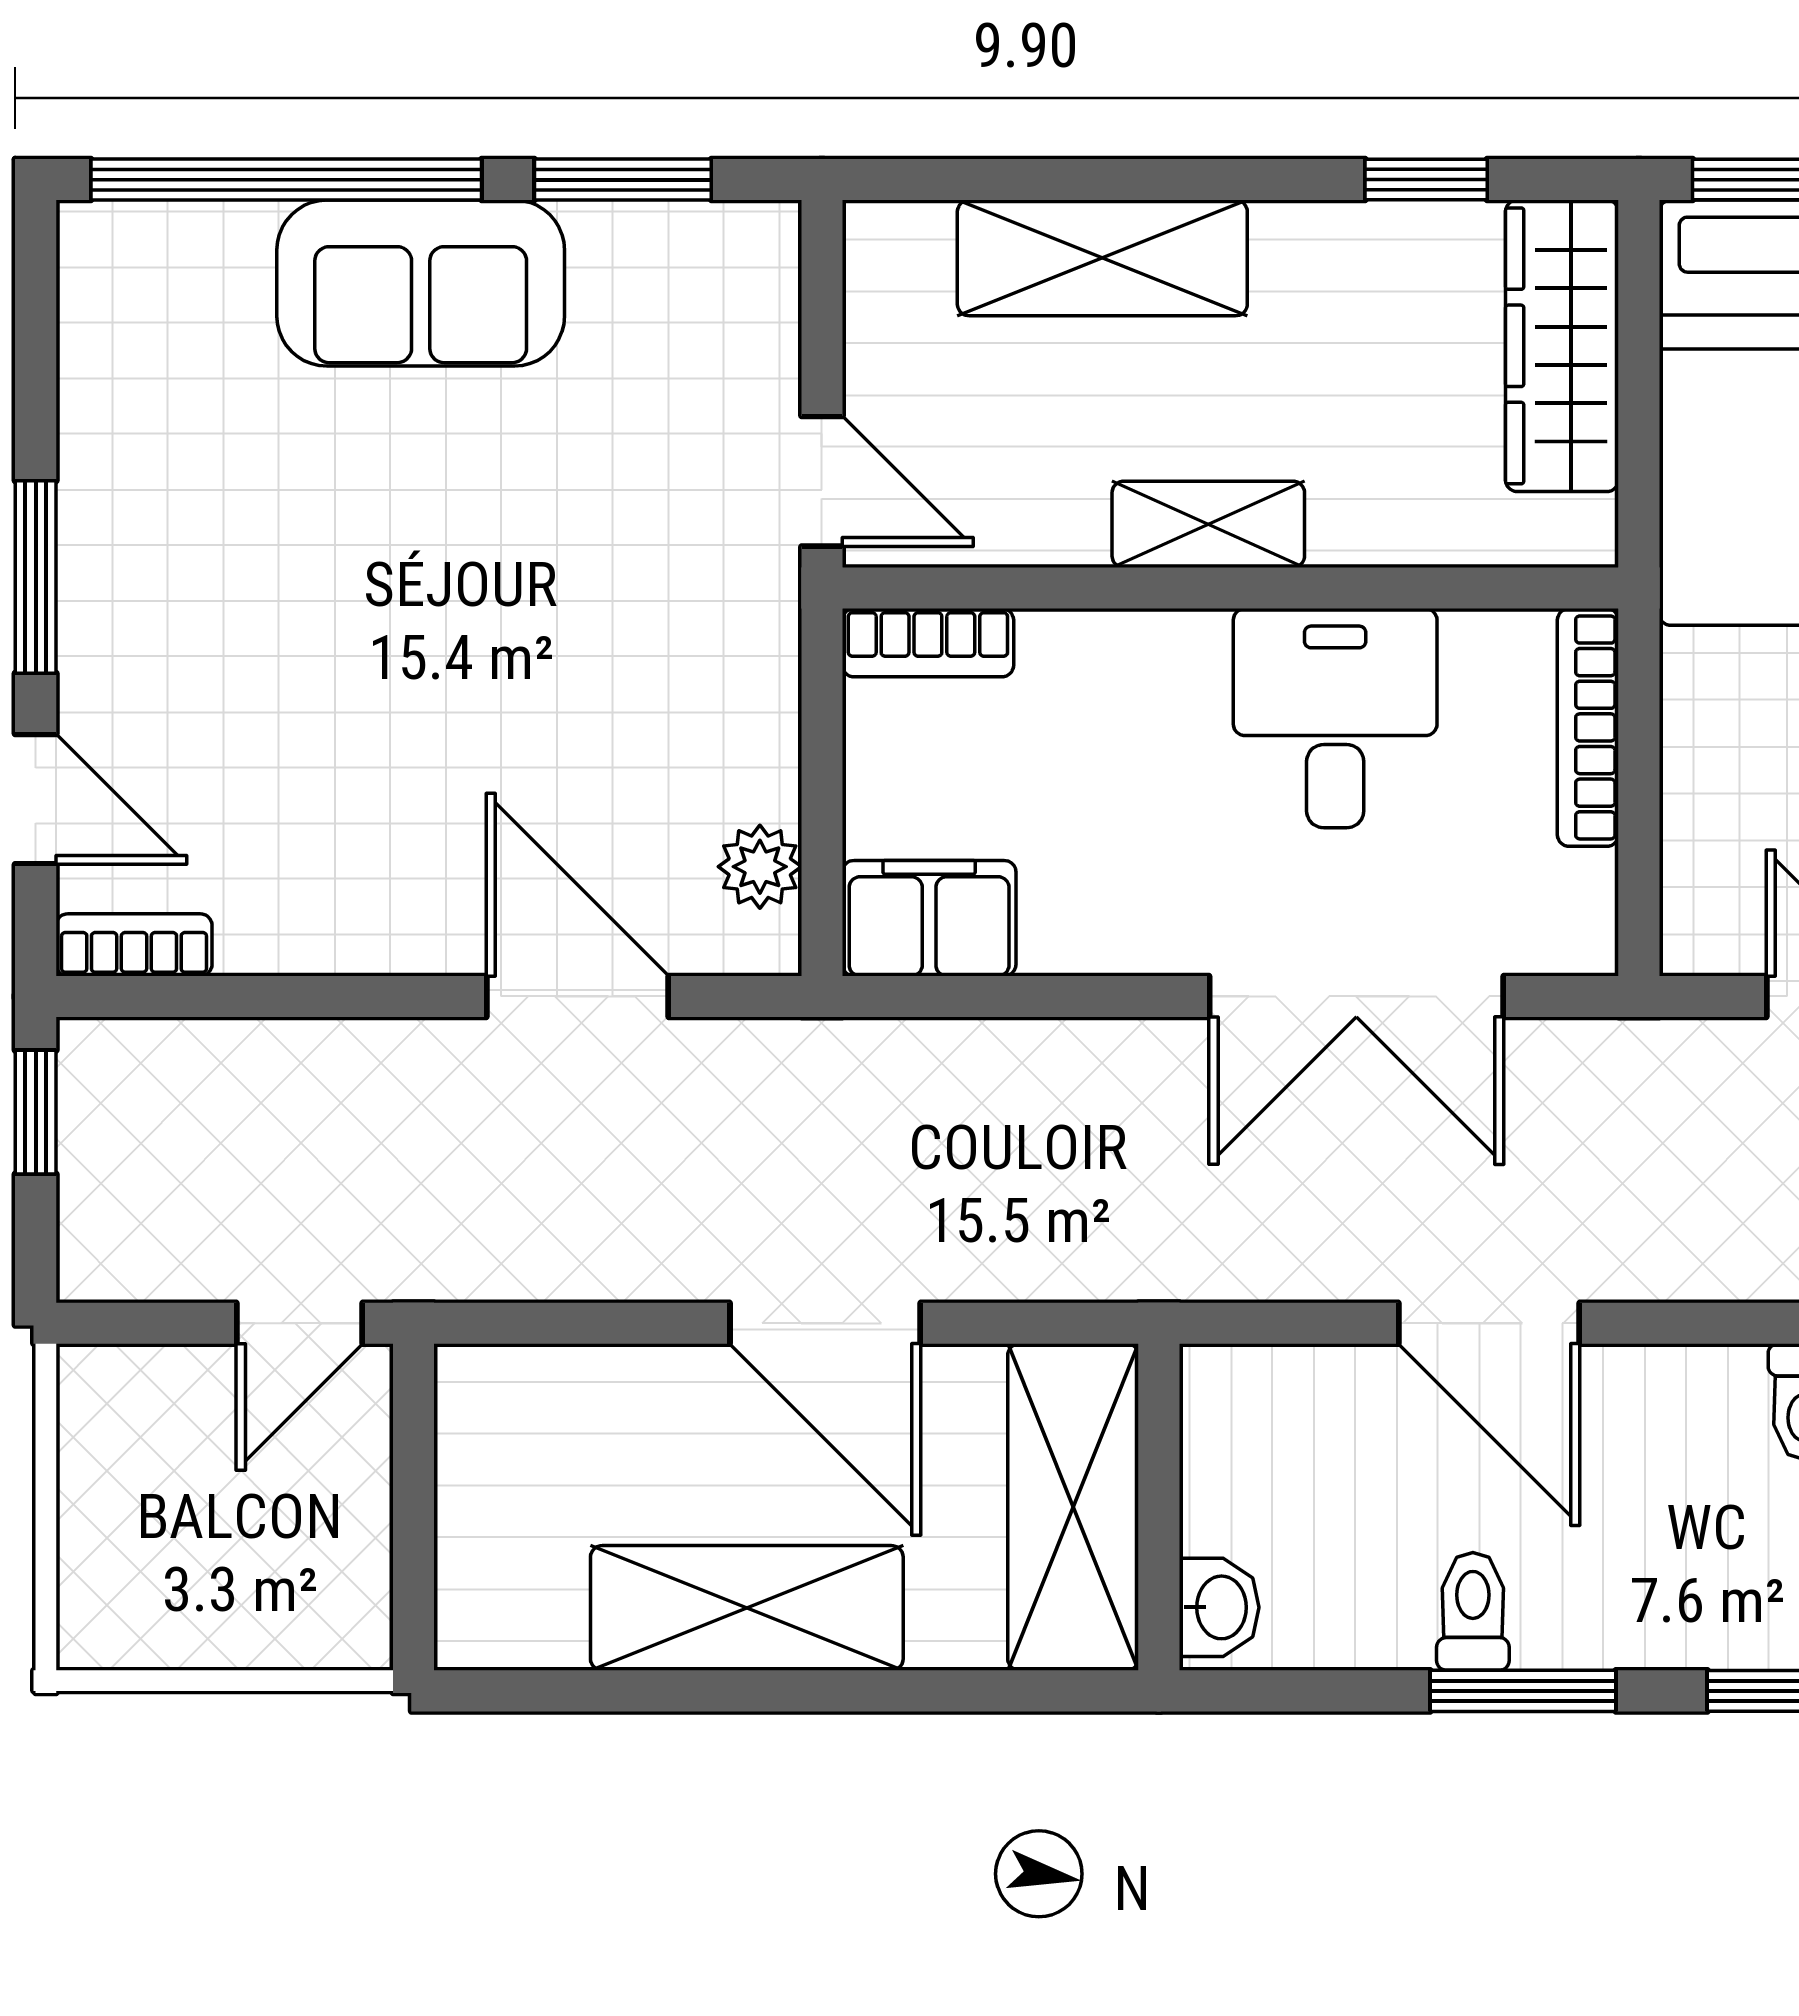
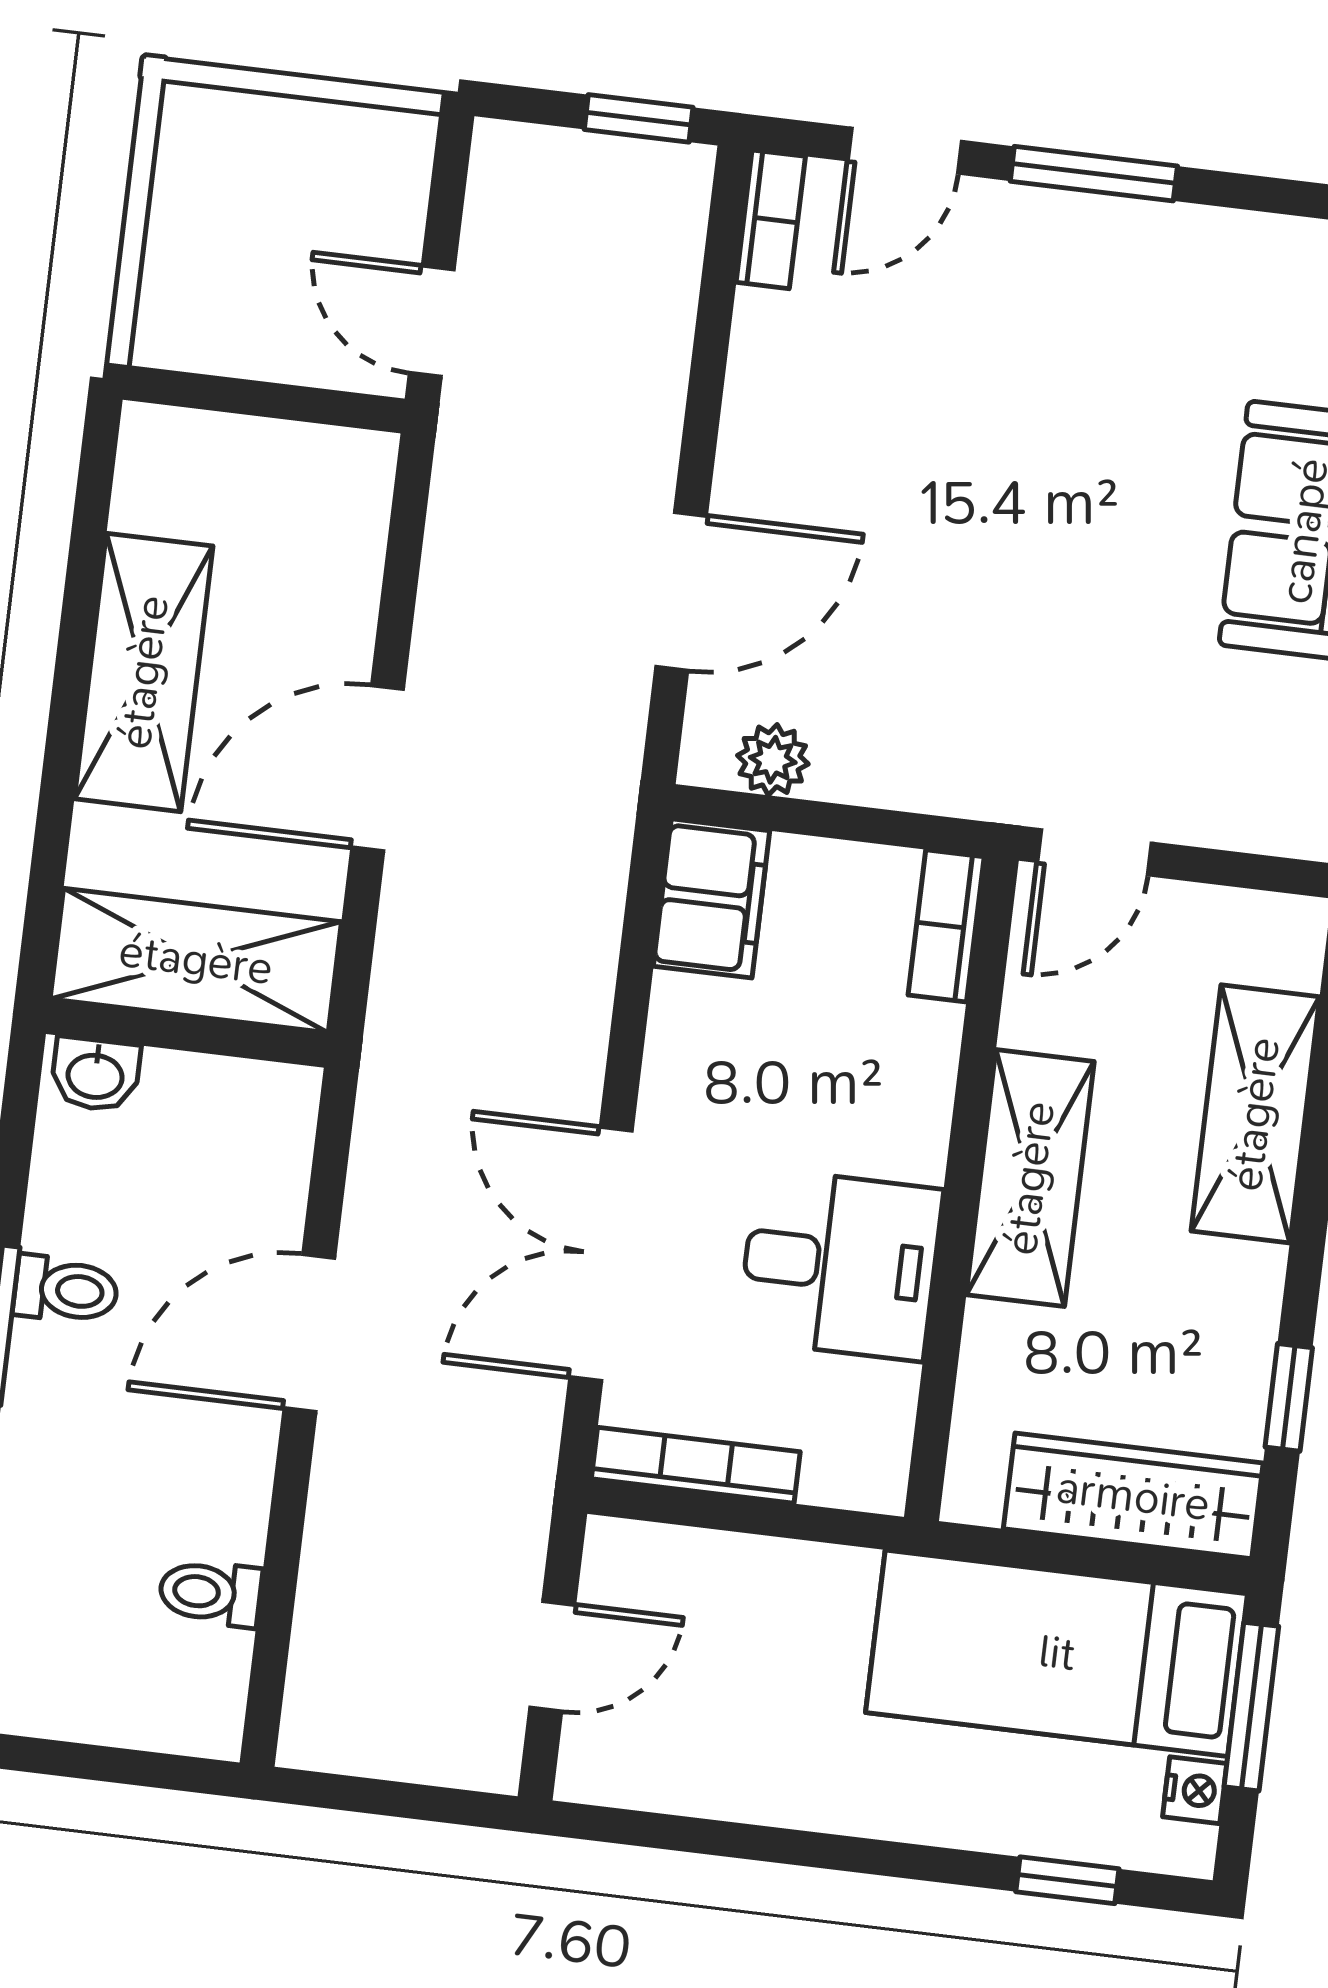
shelving: (1208, 524) -> (1030, 1178), width x1.50, depth x1.33
bookcase: (1588, 727) -> (696, 1465), moved

